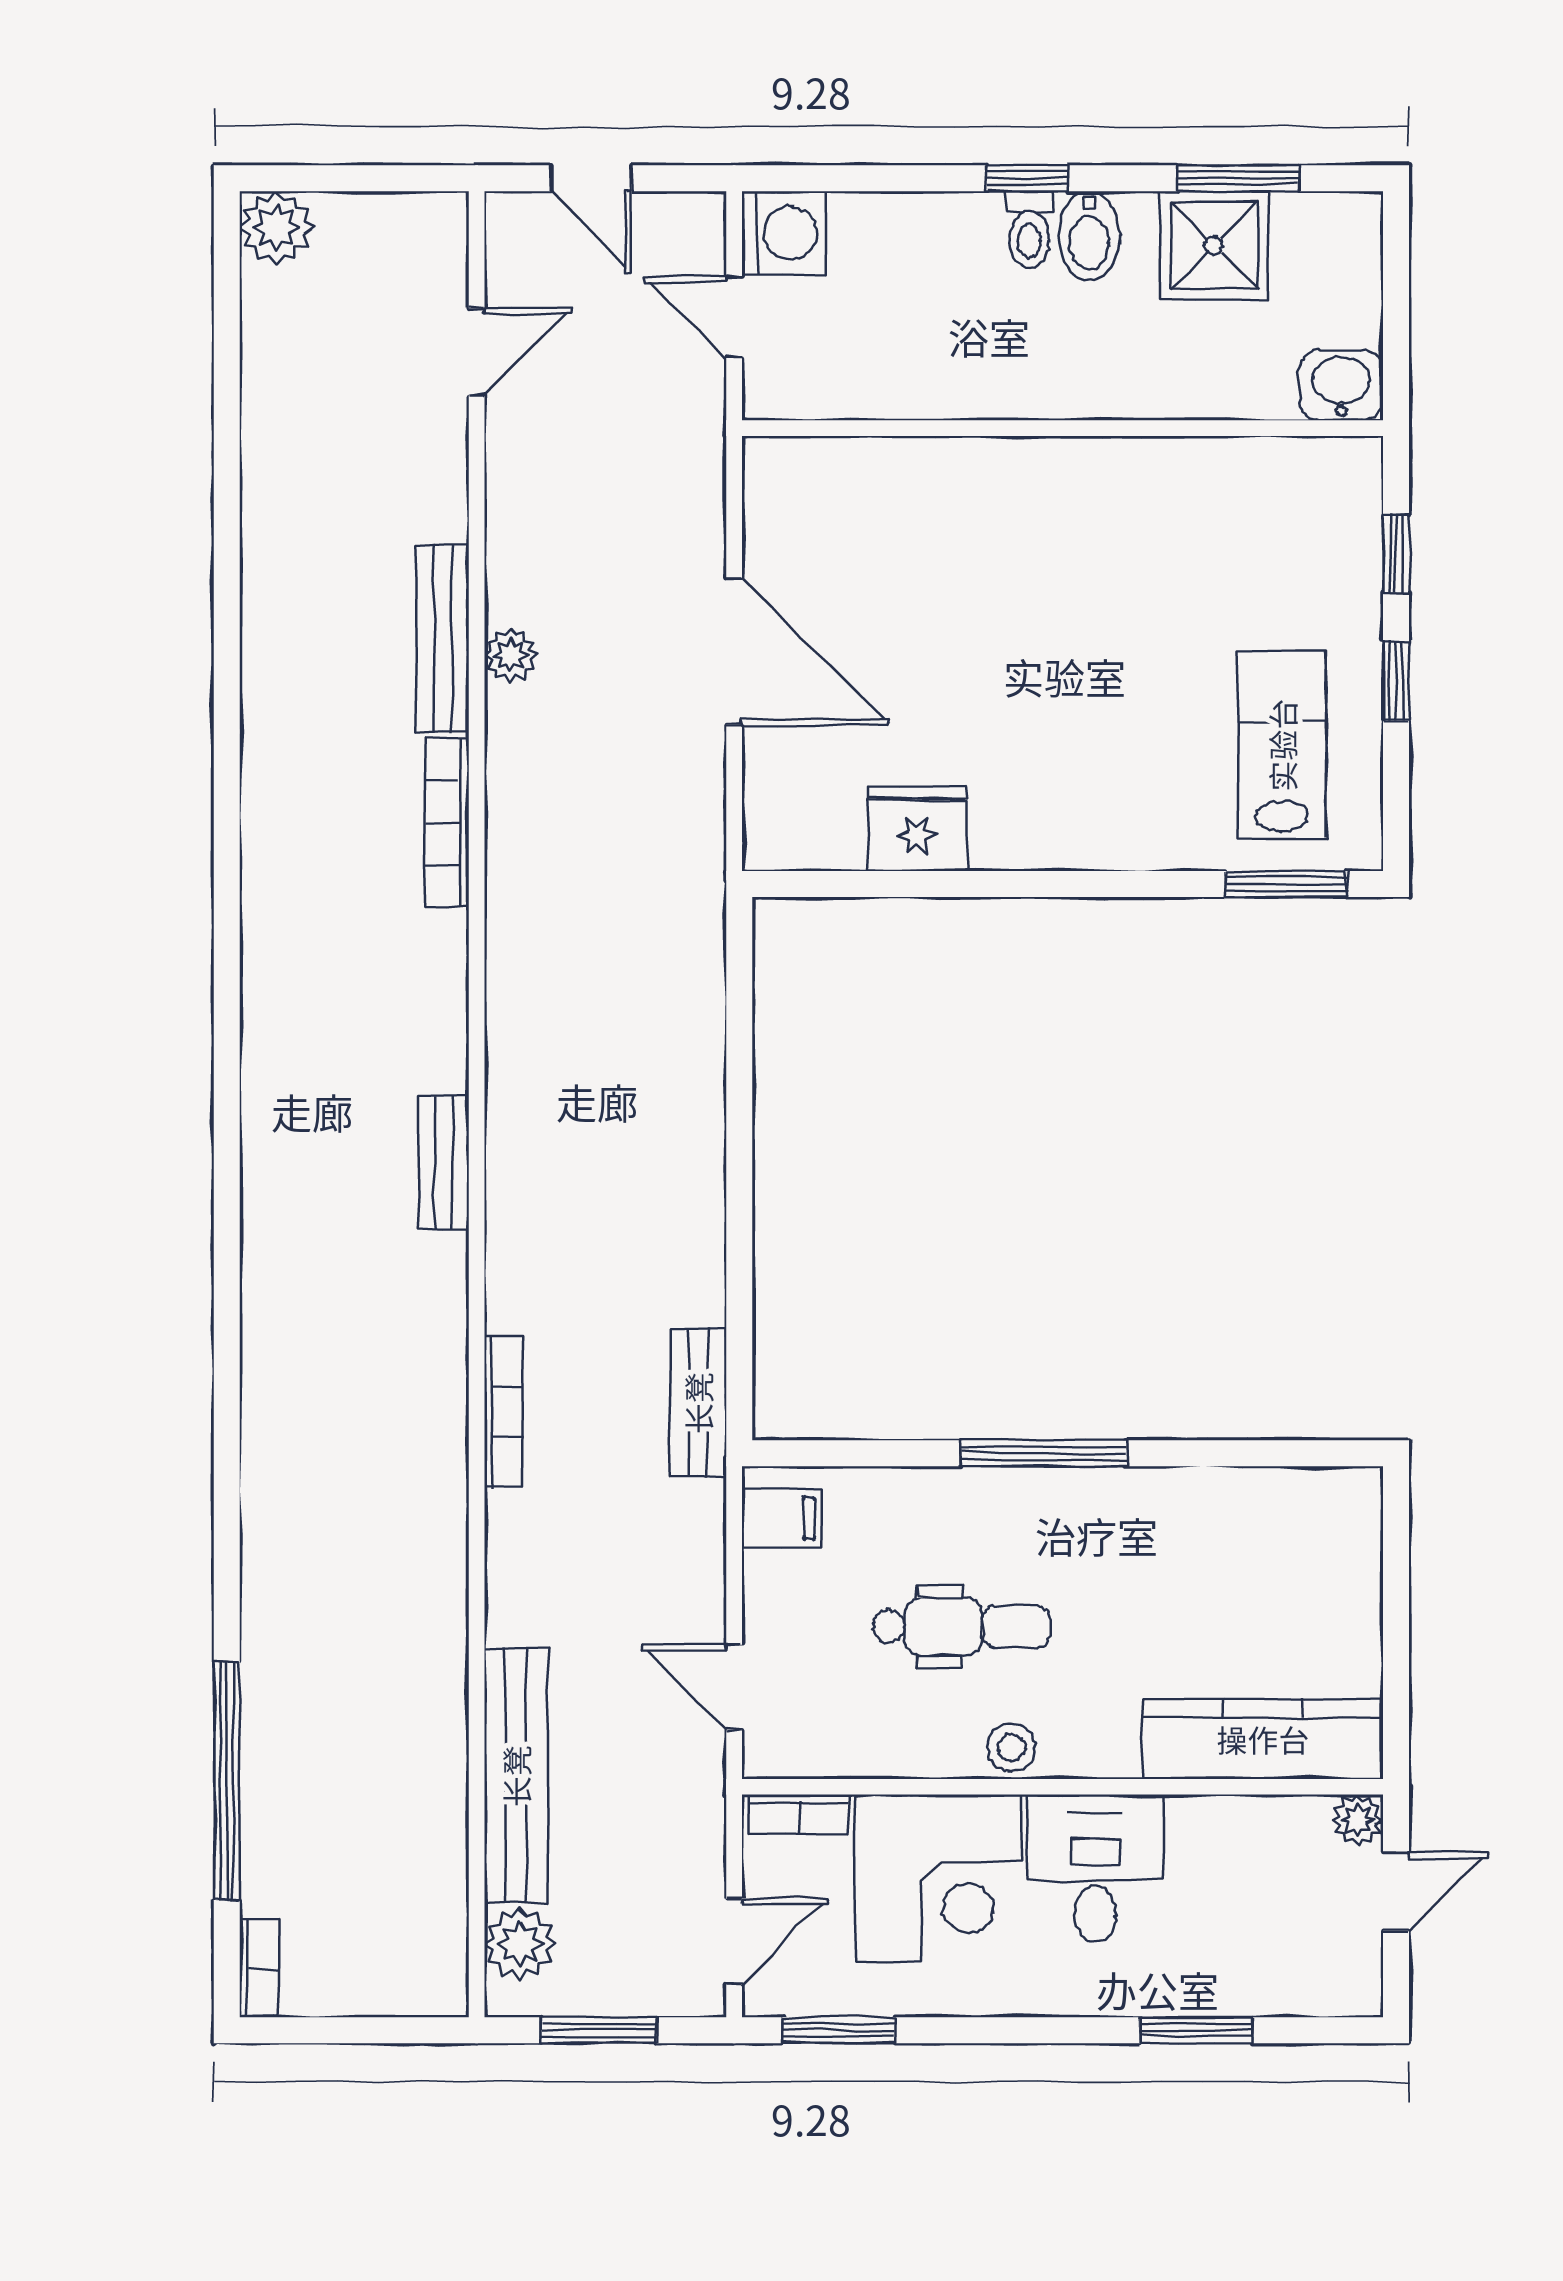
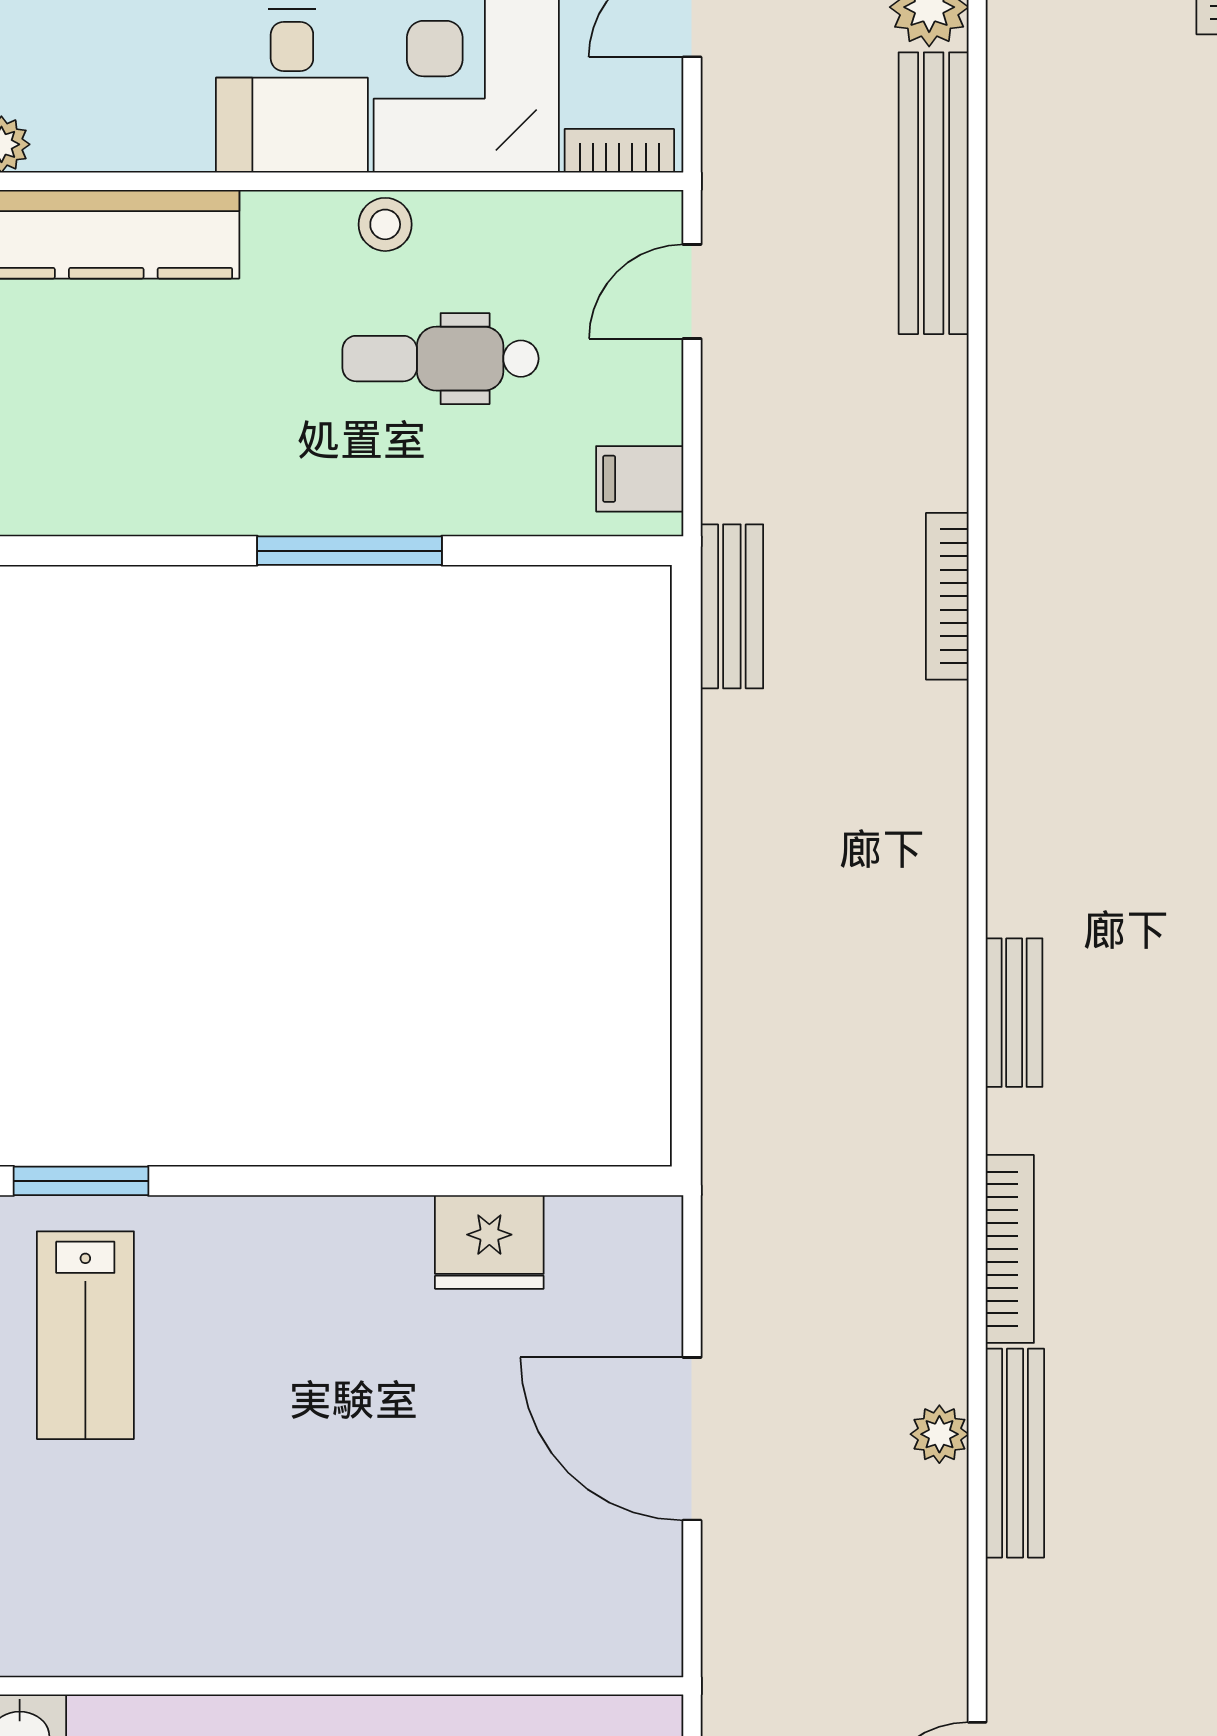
bench: (443, 1163) -> (1014, 1013), moved
door: (734, 1687) -> (692, 292), swing flipped

